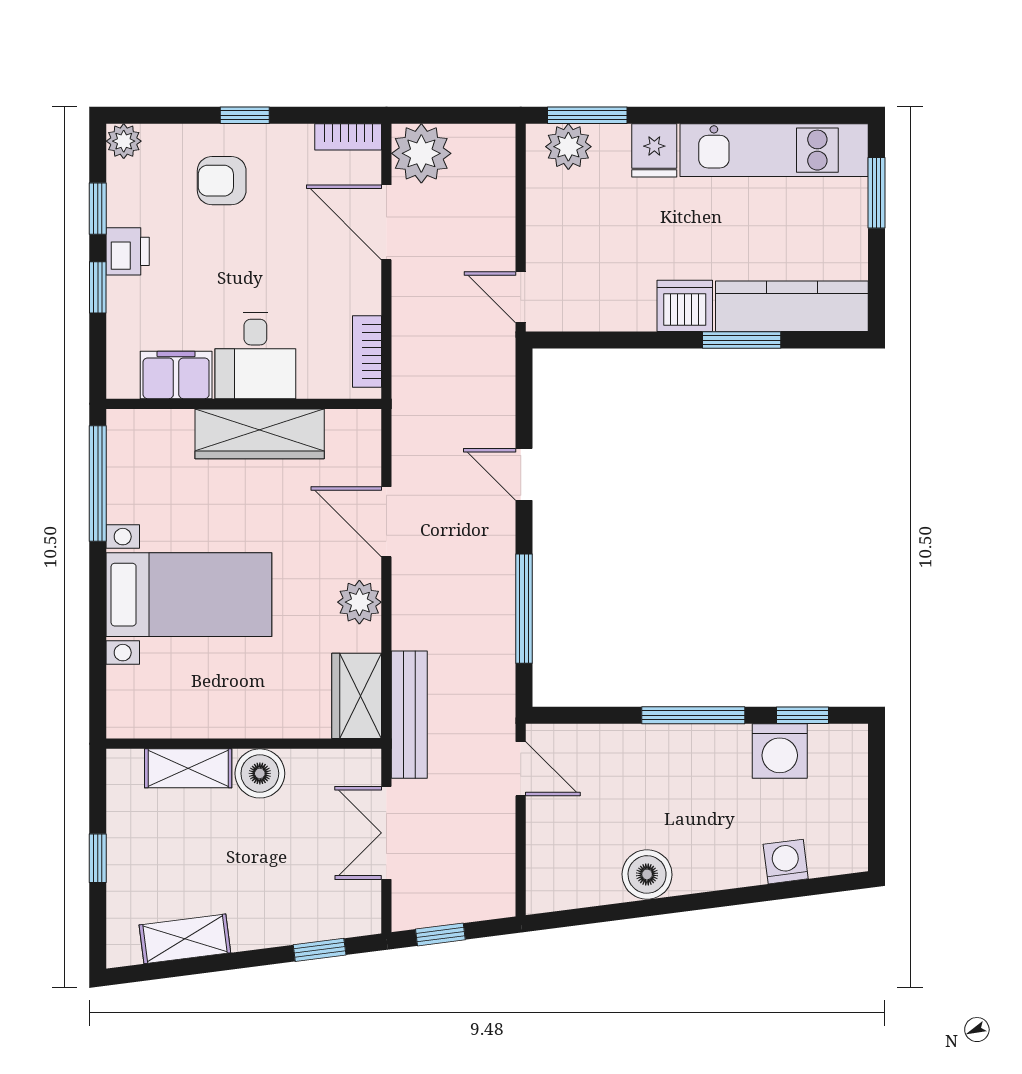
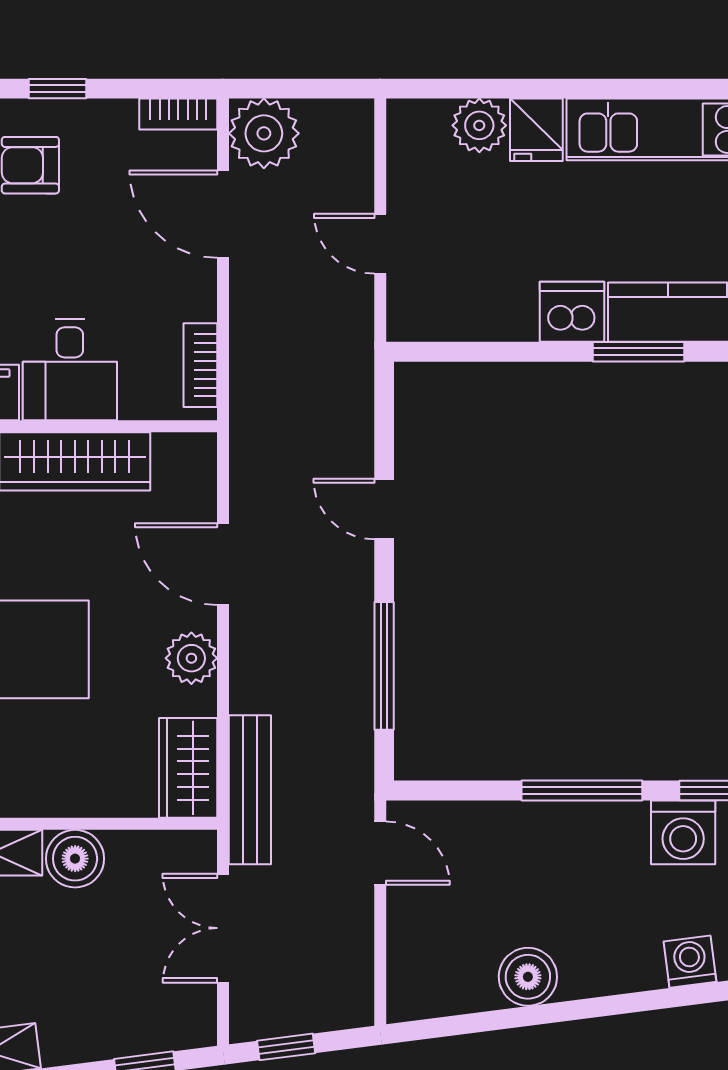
window: (587, 115) -> (458, 89), removed
plant: (568, 147) -> (479, 125), moved
door: (521, 297) -> (380, 244), moved

